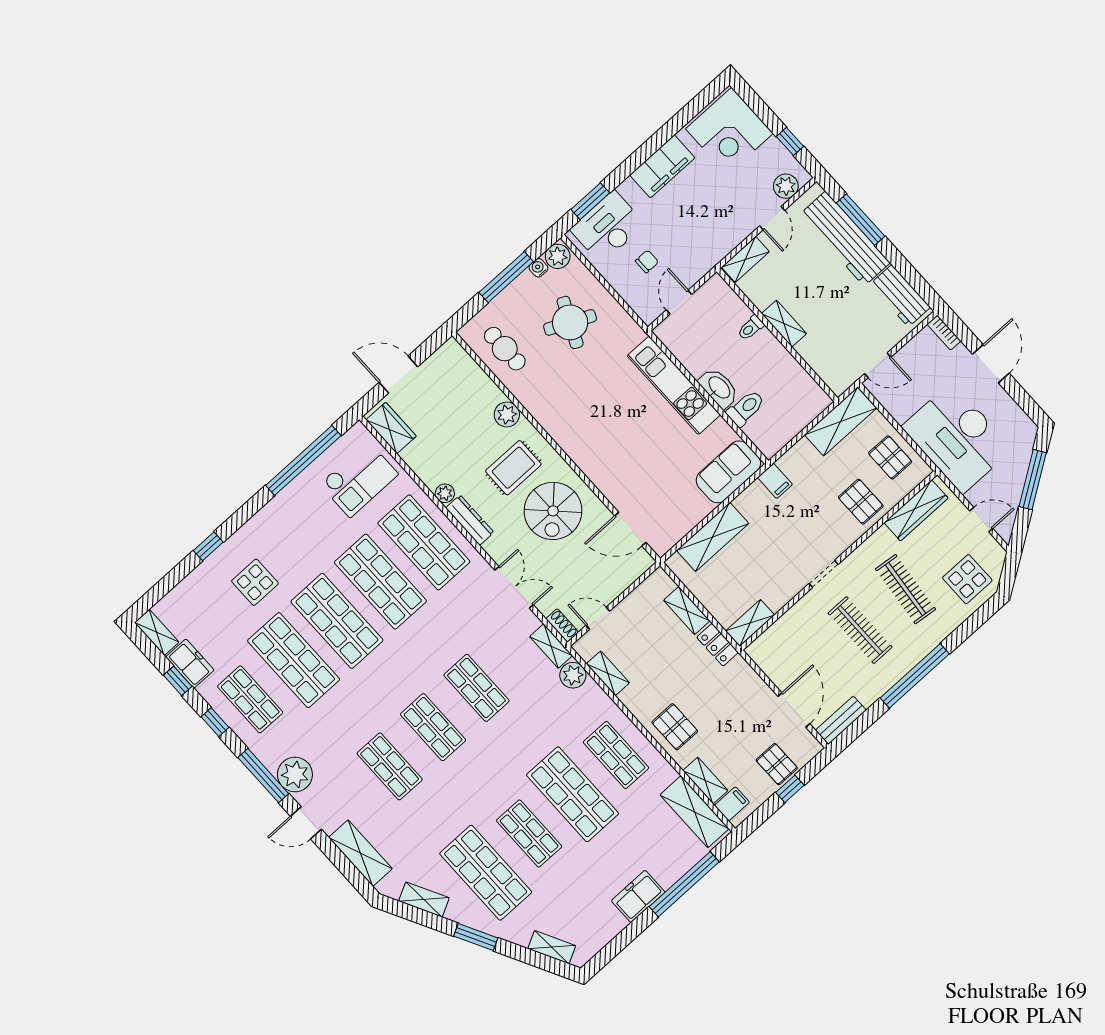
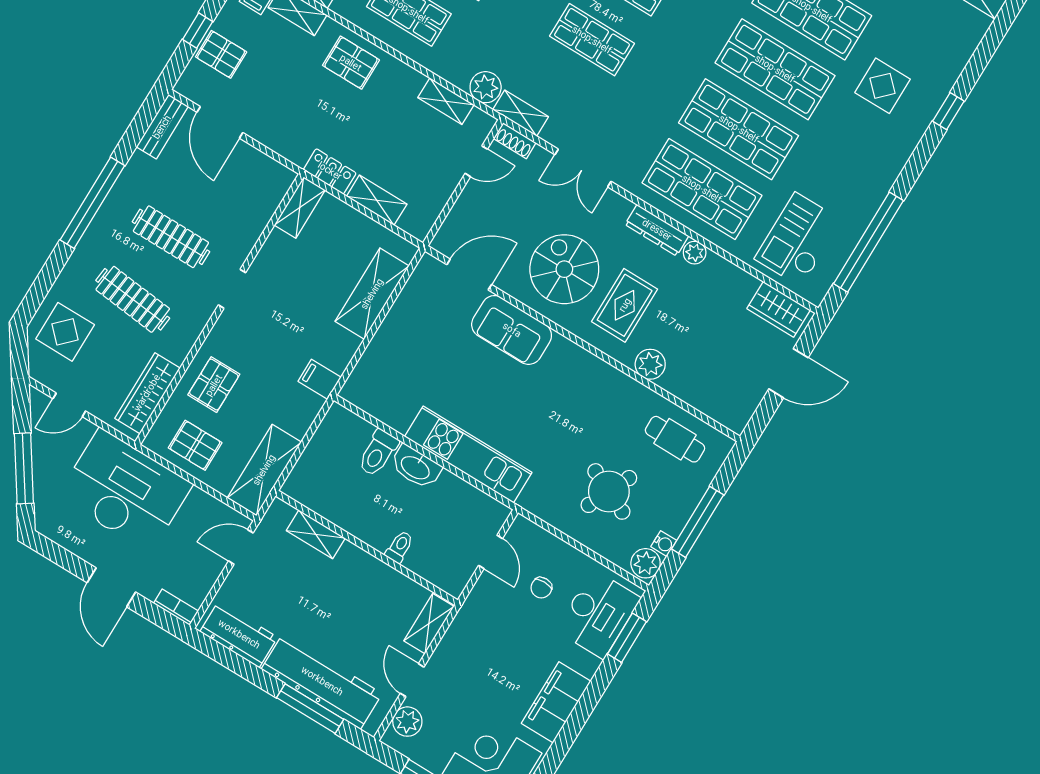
shelving: (784, 324) -> (316, 534), moved
sofa: (728, 472) -> (512, 330), moved, turned 90
pallet: (861, 502) -> (214, 385), turned 90

